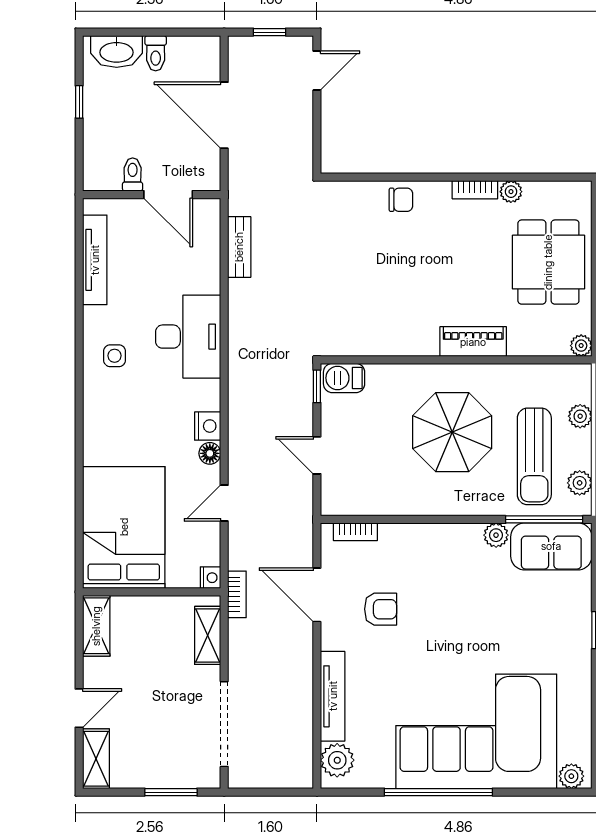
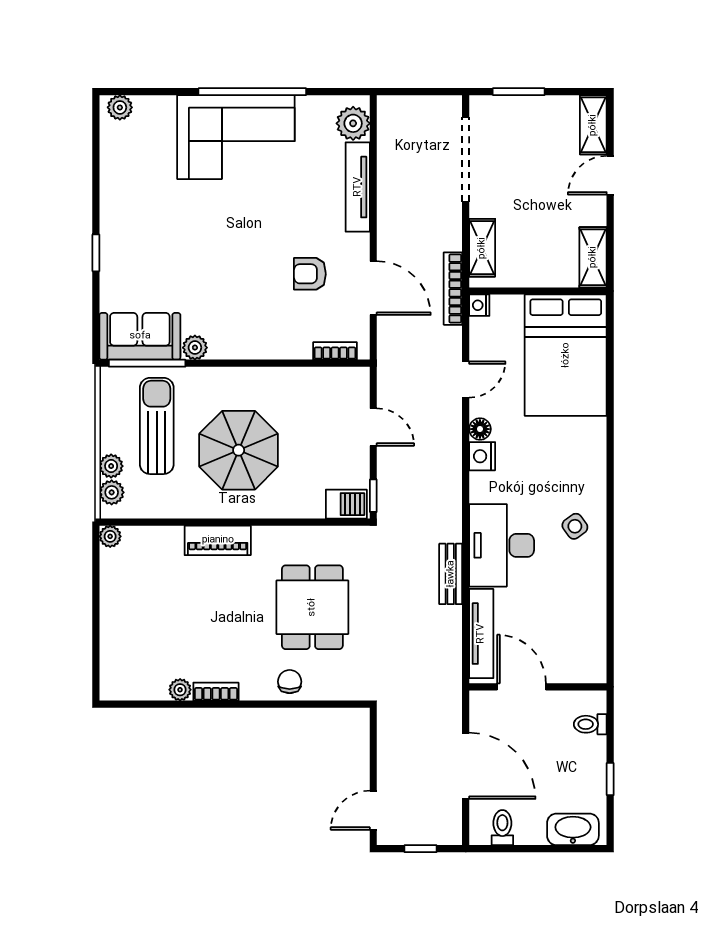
toilet: (156, 53) -> (502, 828), moved
toilet: (133, 175) -> (590, 724), moved, turned 90
chair: (401, 200) -> (290, 682), turned 90
bench: (239, 247) -> (451, 574), moved
tv unit: (95, 260) -> (481, 634), moved, turned 180
dining table: (548, 262) -> (312, 607), moved
side table: (115, 356) -> (575, 526), turned -36
plant: (580, 483) -> (112, 492), moved
bookcase: (237, 594) -> (453, 289), width x1.56
corner sofa: (476, 731) -> (236, 137), width x0.73, depth x0.74

